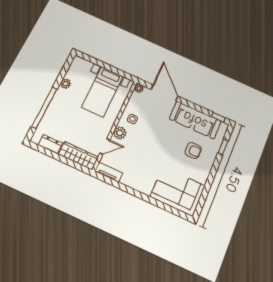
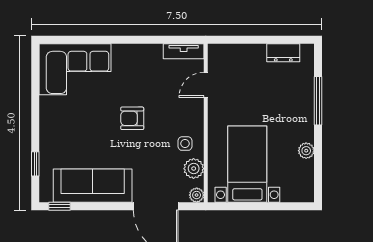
window: (44, 108) -> (318, 101), width x0.68
plant: (120, 133) -> (194, 169), moved
armchair: (193, 151) -> (132, 118), moved
wardrobe: (78, 156) -> (237, 55), removed

